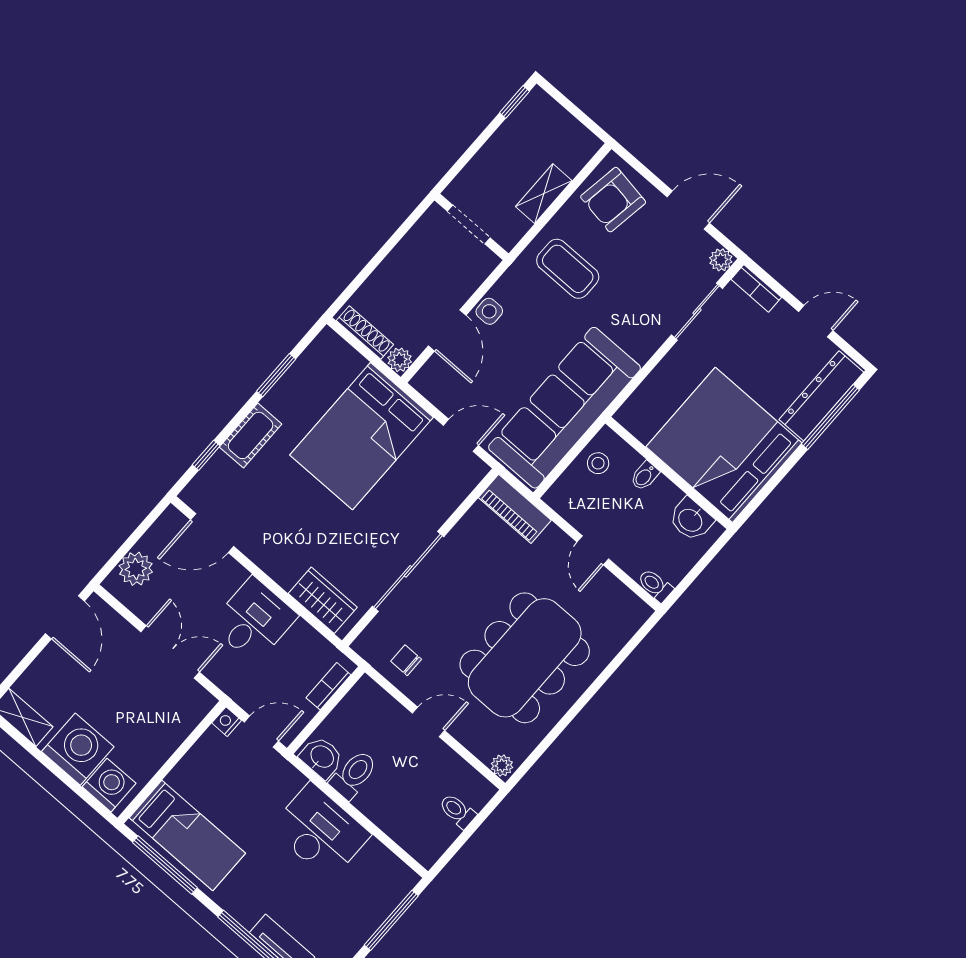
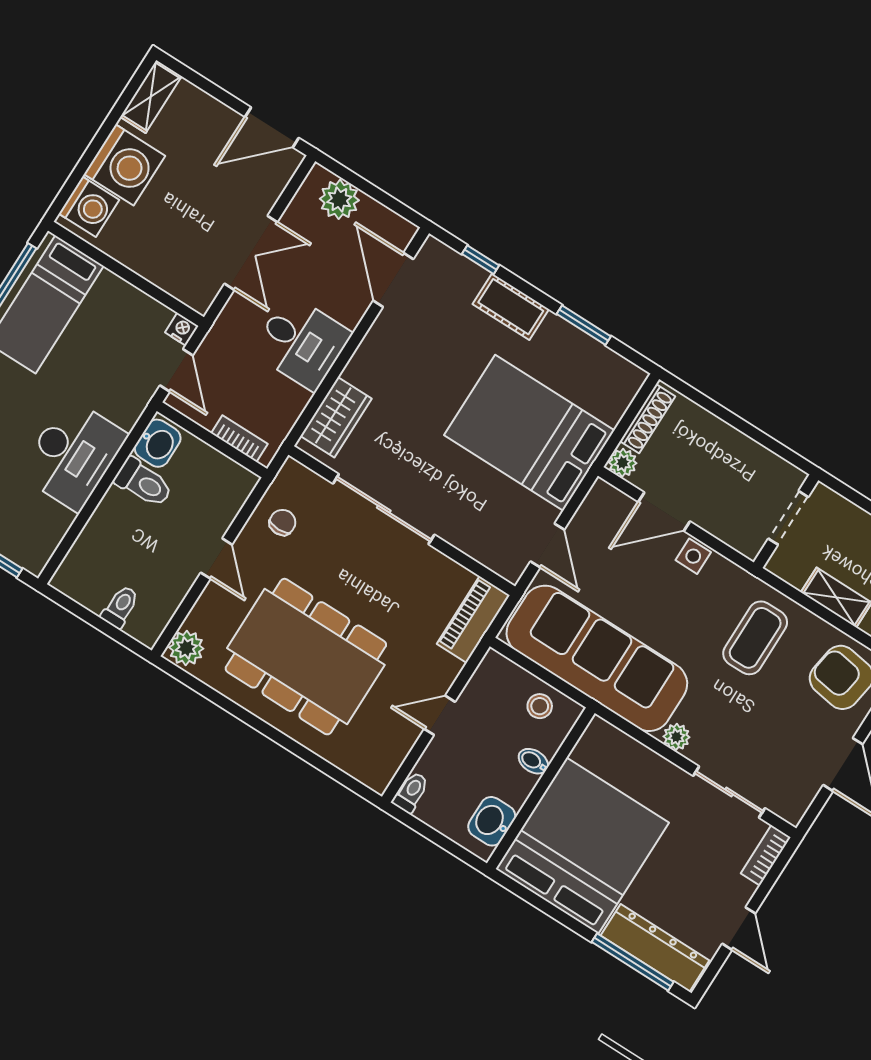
plant: (721, 260) -> (676, 737), moved
plant: (502, 765) -> (186, 648), width x1.38, depth x1.38

